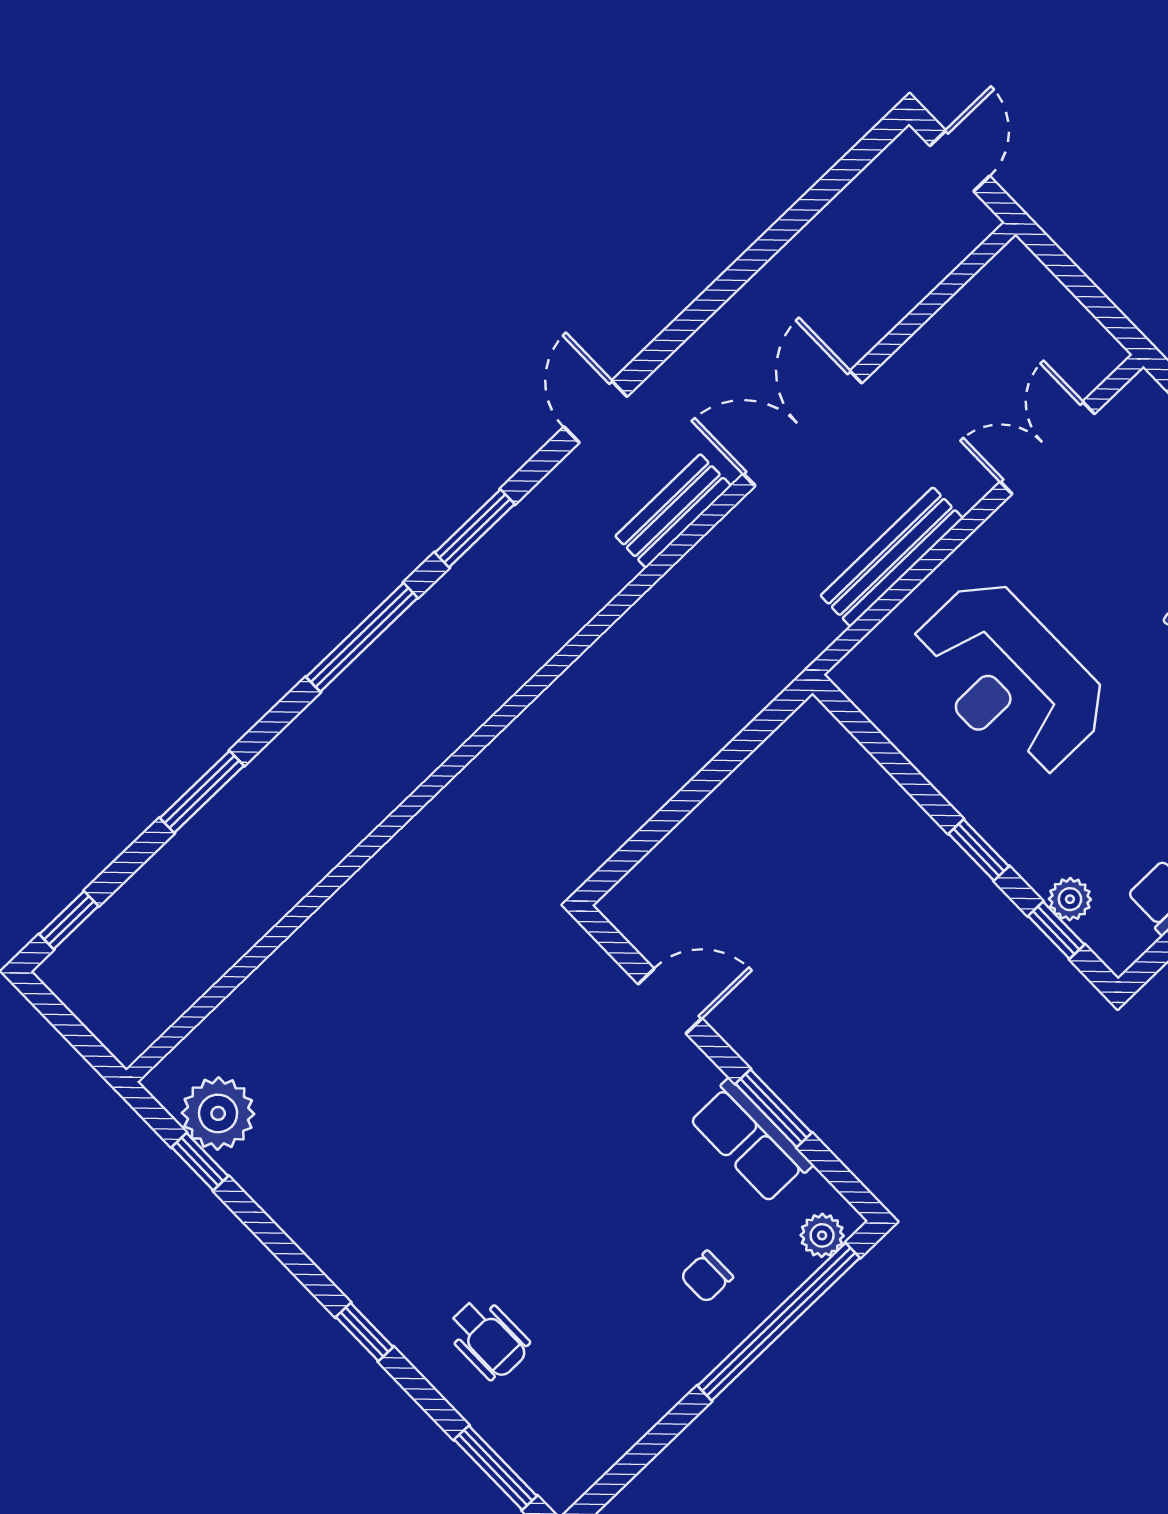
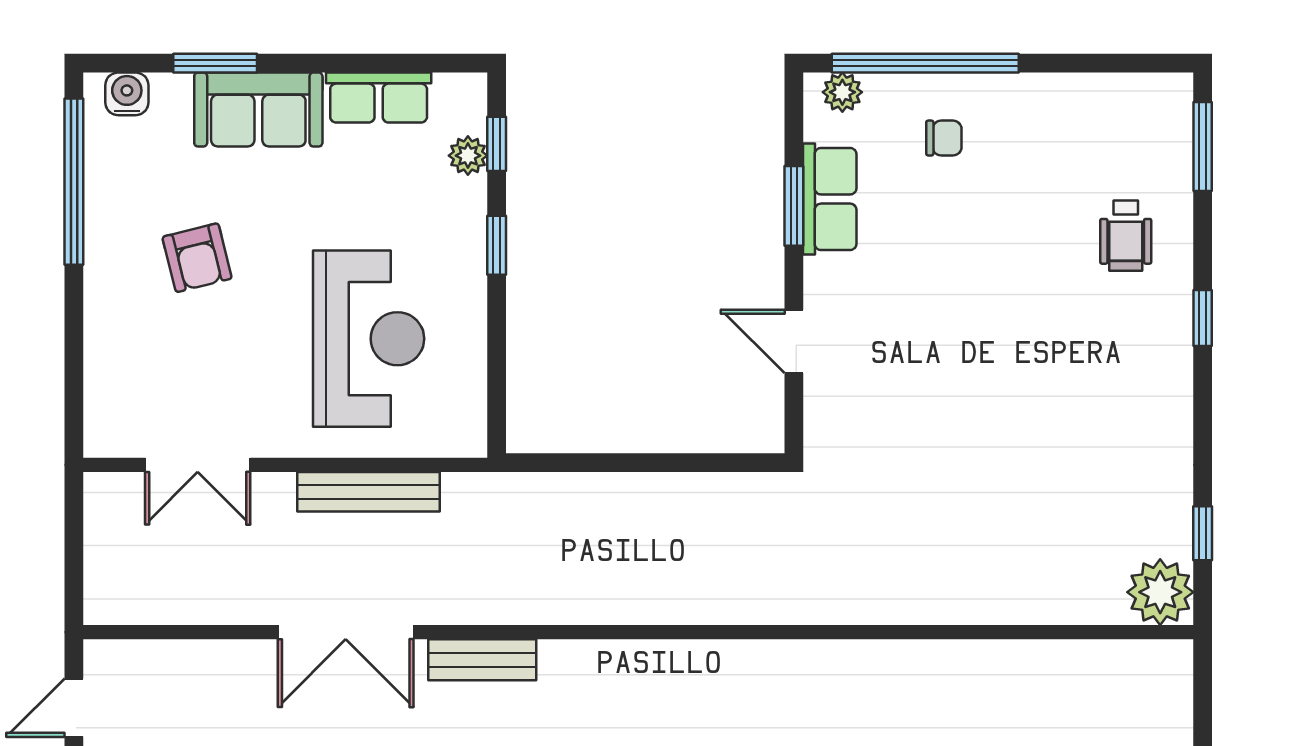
plant: (218, 1113) -> (1160, 592), moved
wheelchair: (488, 1338) -> (1126, 236), turned 180

